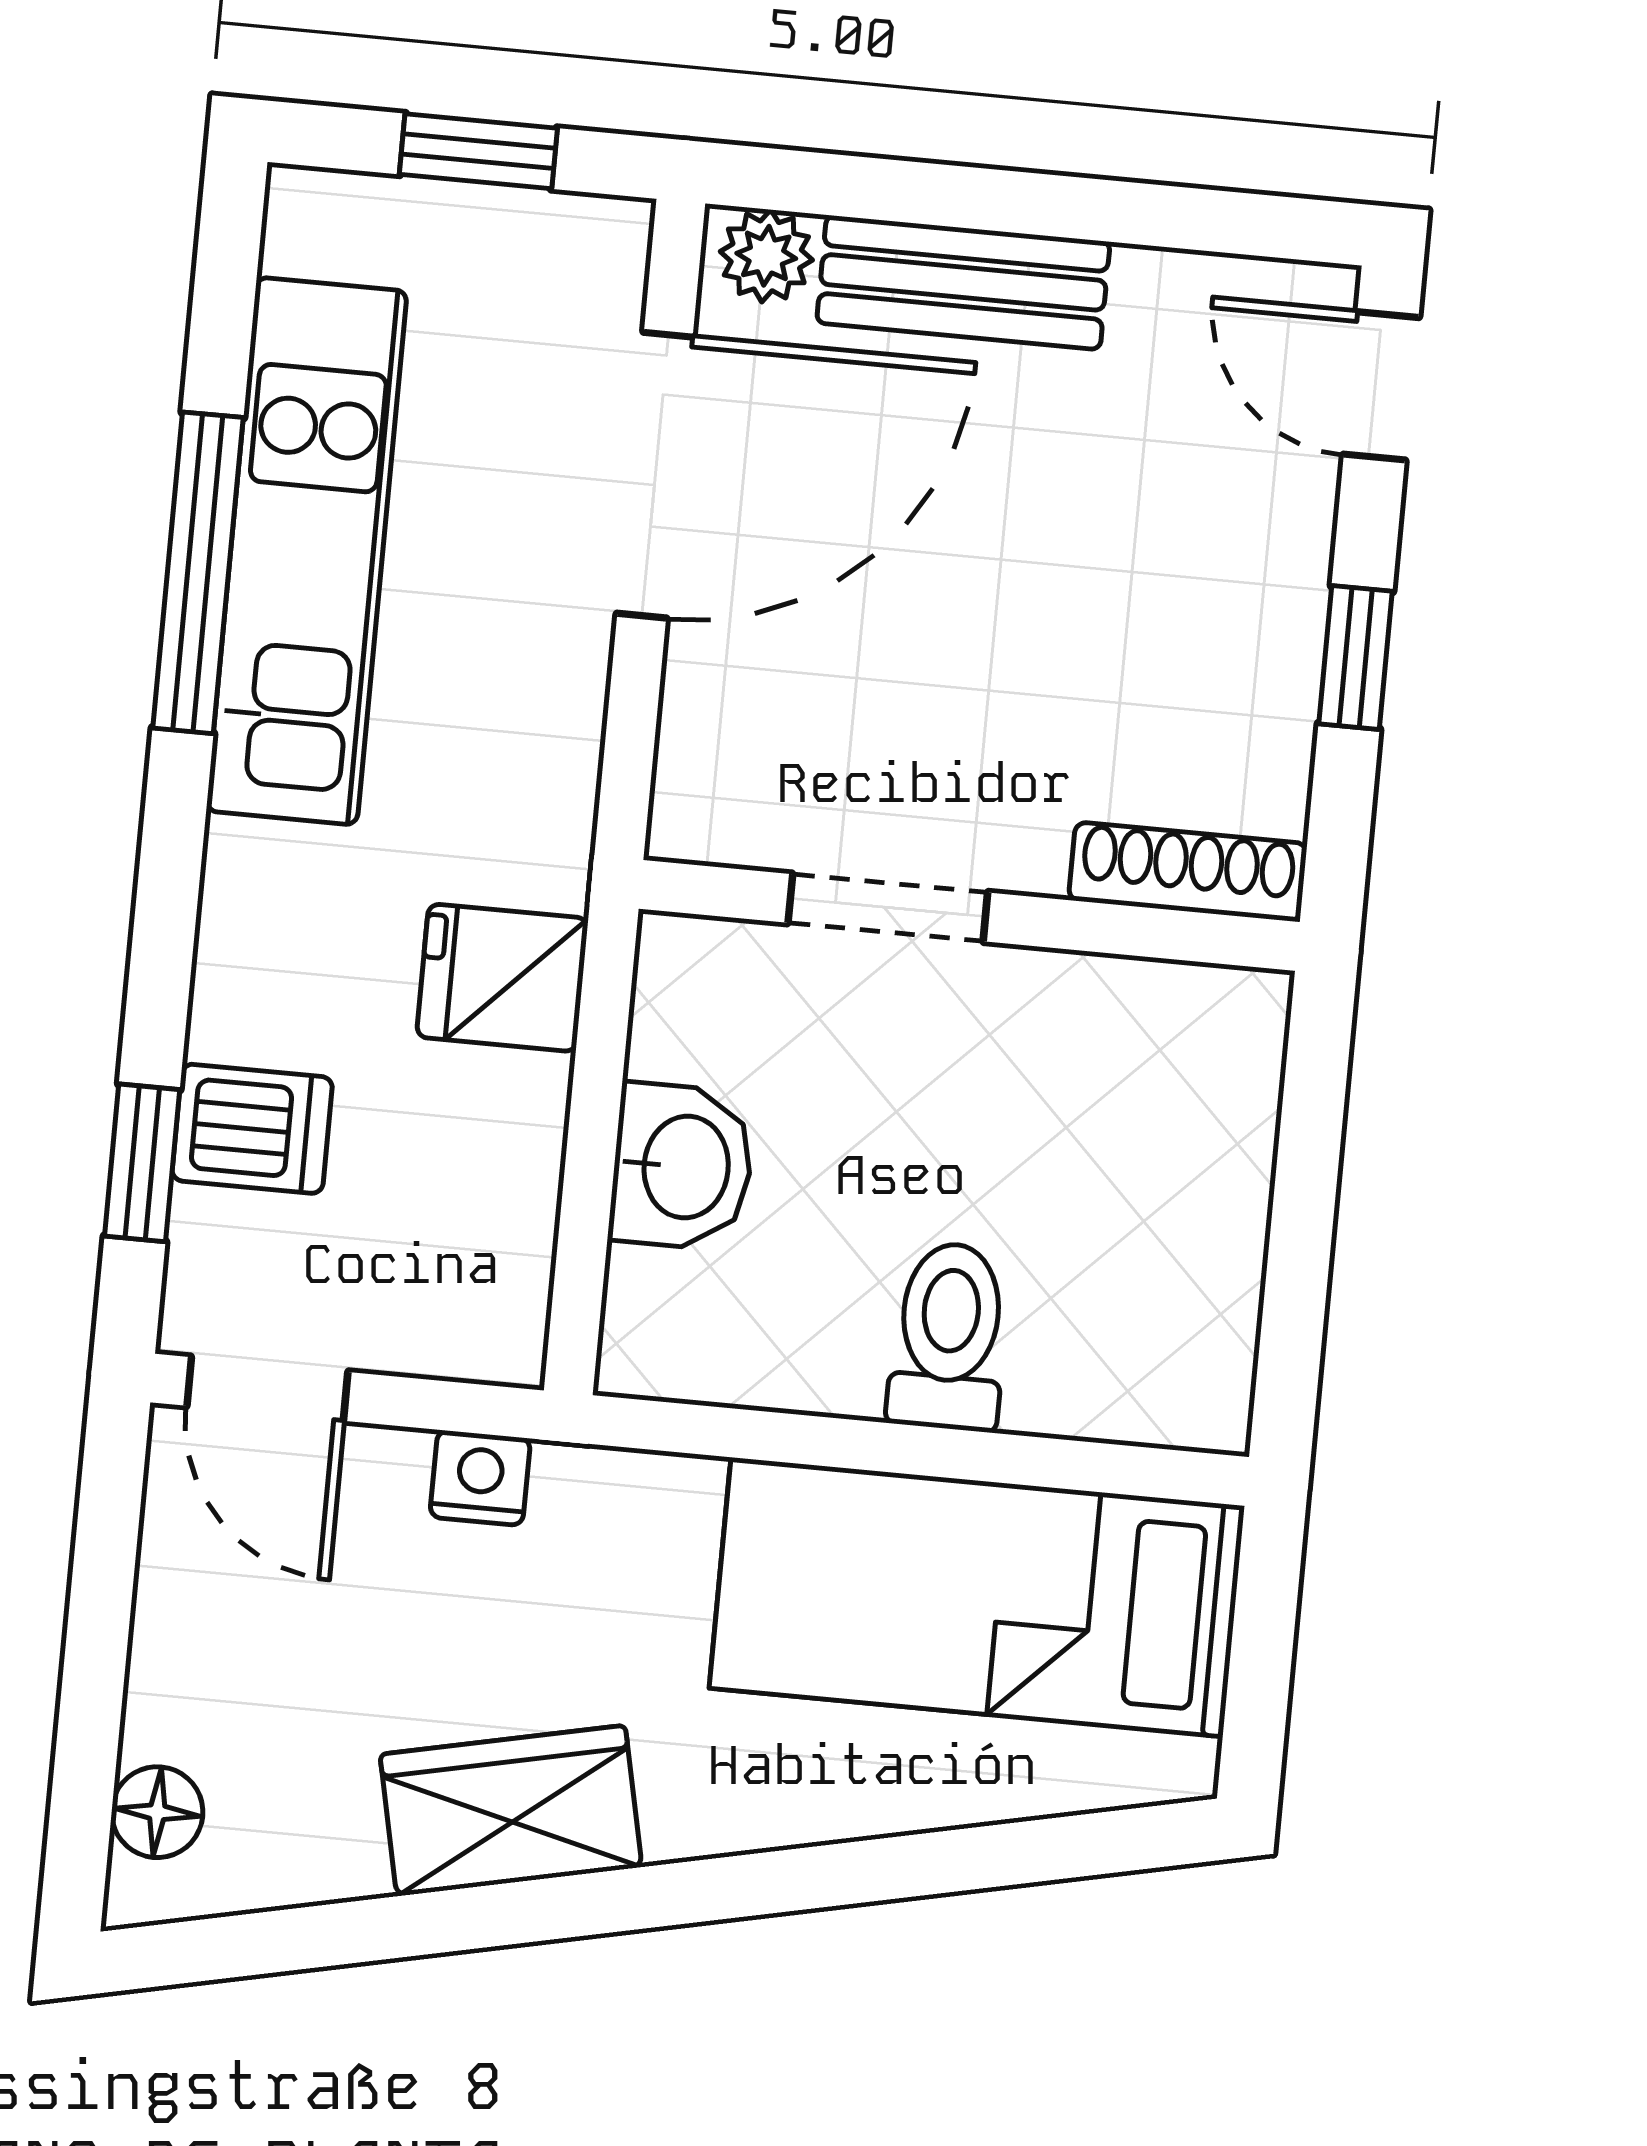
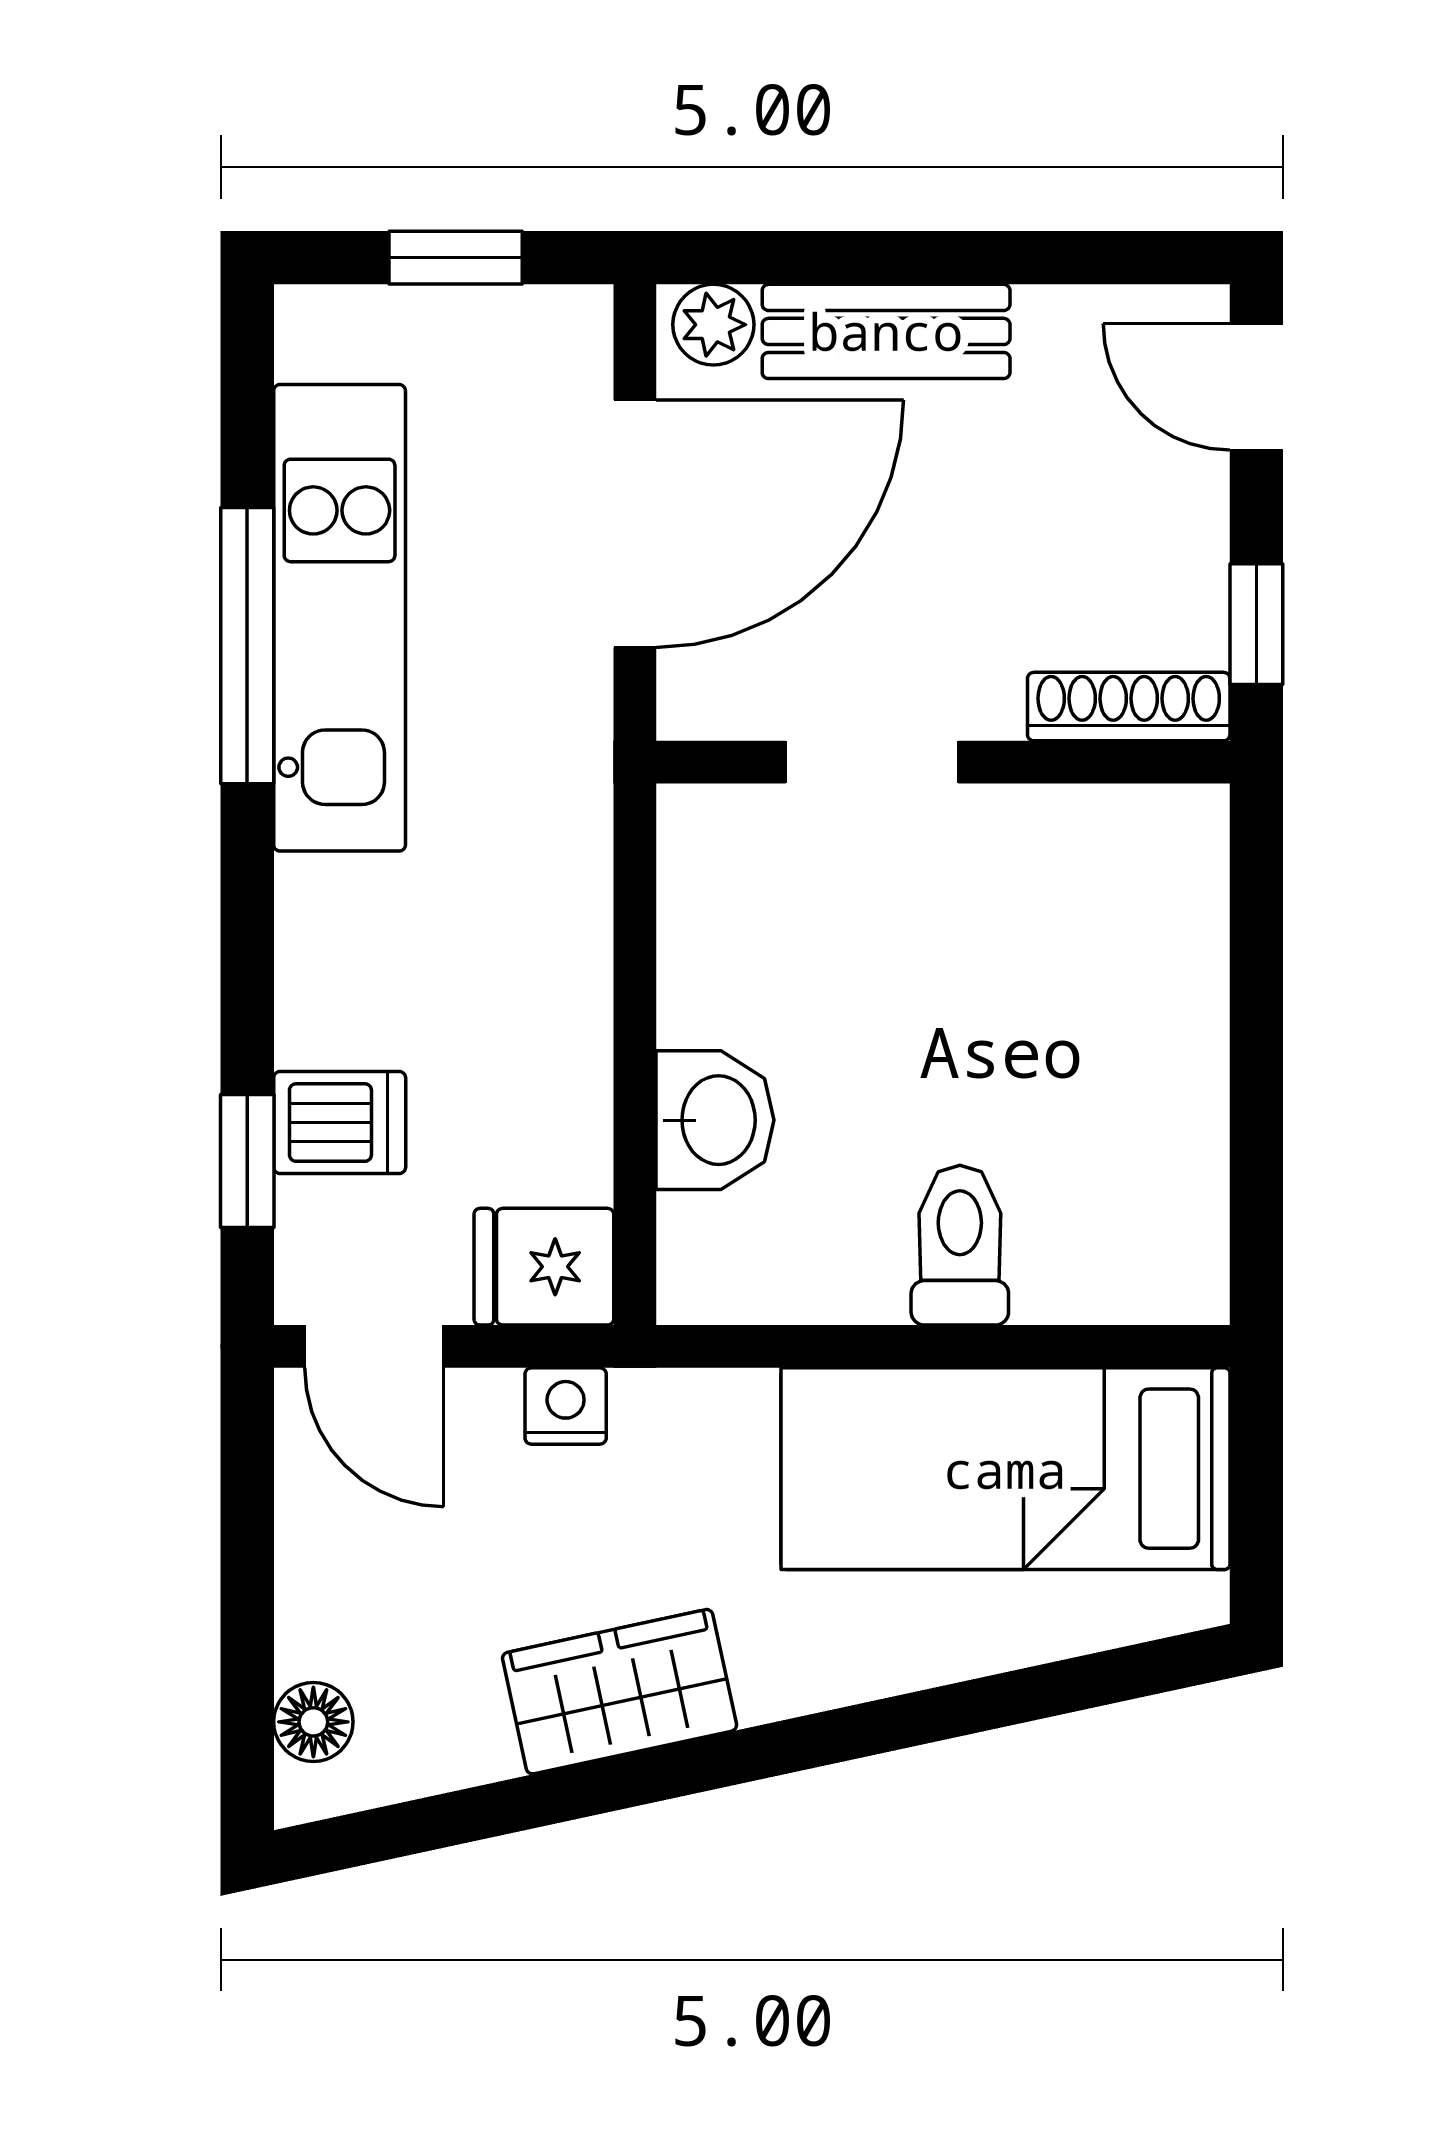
shoe rack: (1188, 872) -> (1129, 707), moved
doorway: (888, 908) -> (872, 762), moved
wall: (969, 915) -> (943, 762), moved
fridge: (502, 978) -> (544, 1267), moved

